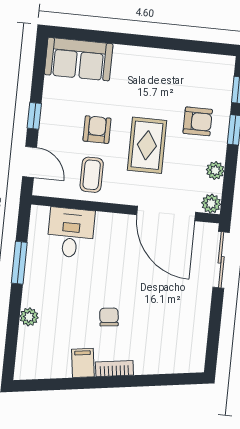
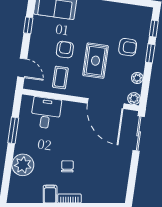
window: (34, 116) -> (28, 25), moved
plant: (29, 317) -> (23, 165), width x1.88, depth x1.88

